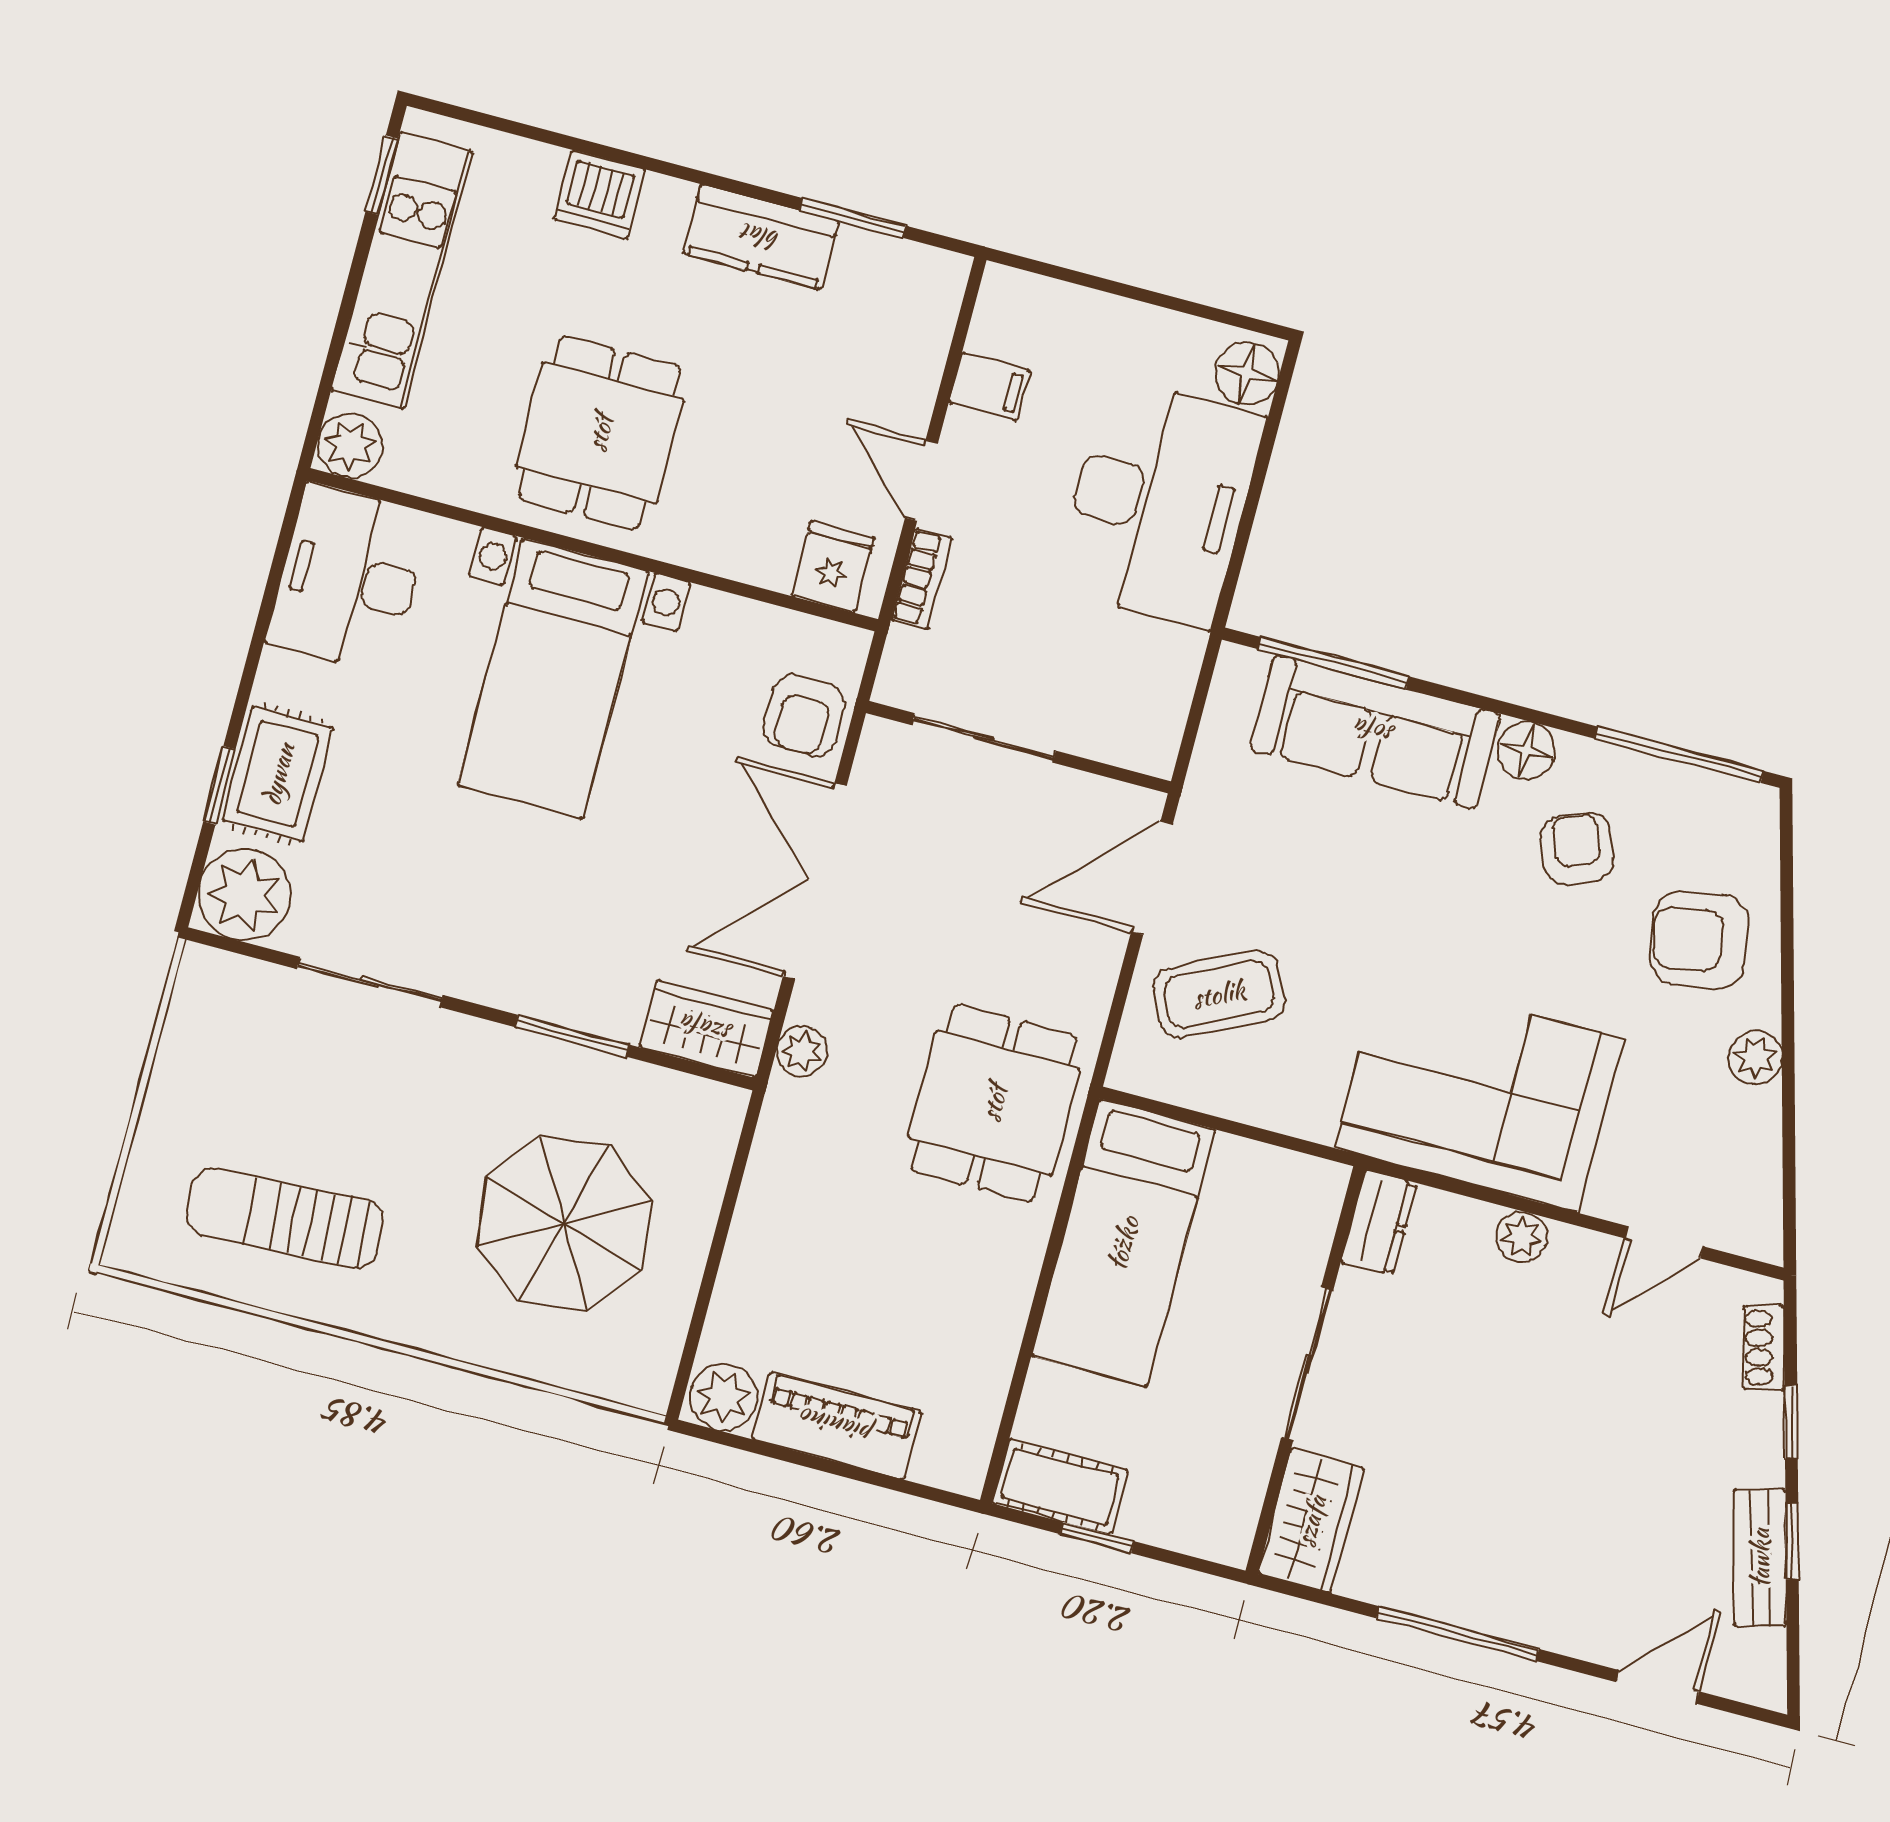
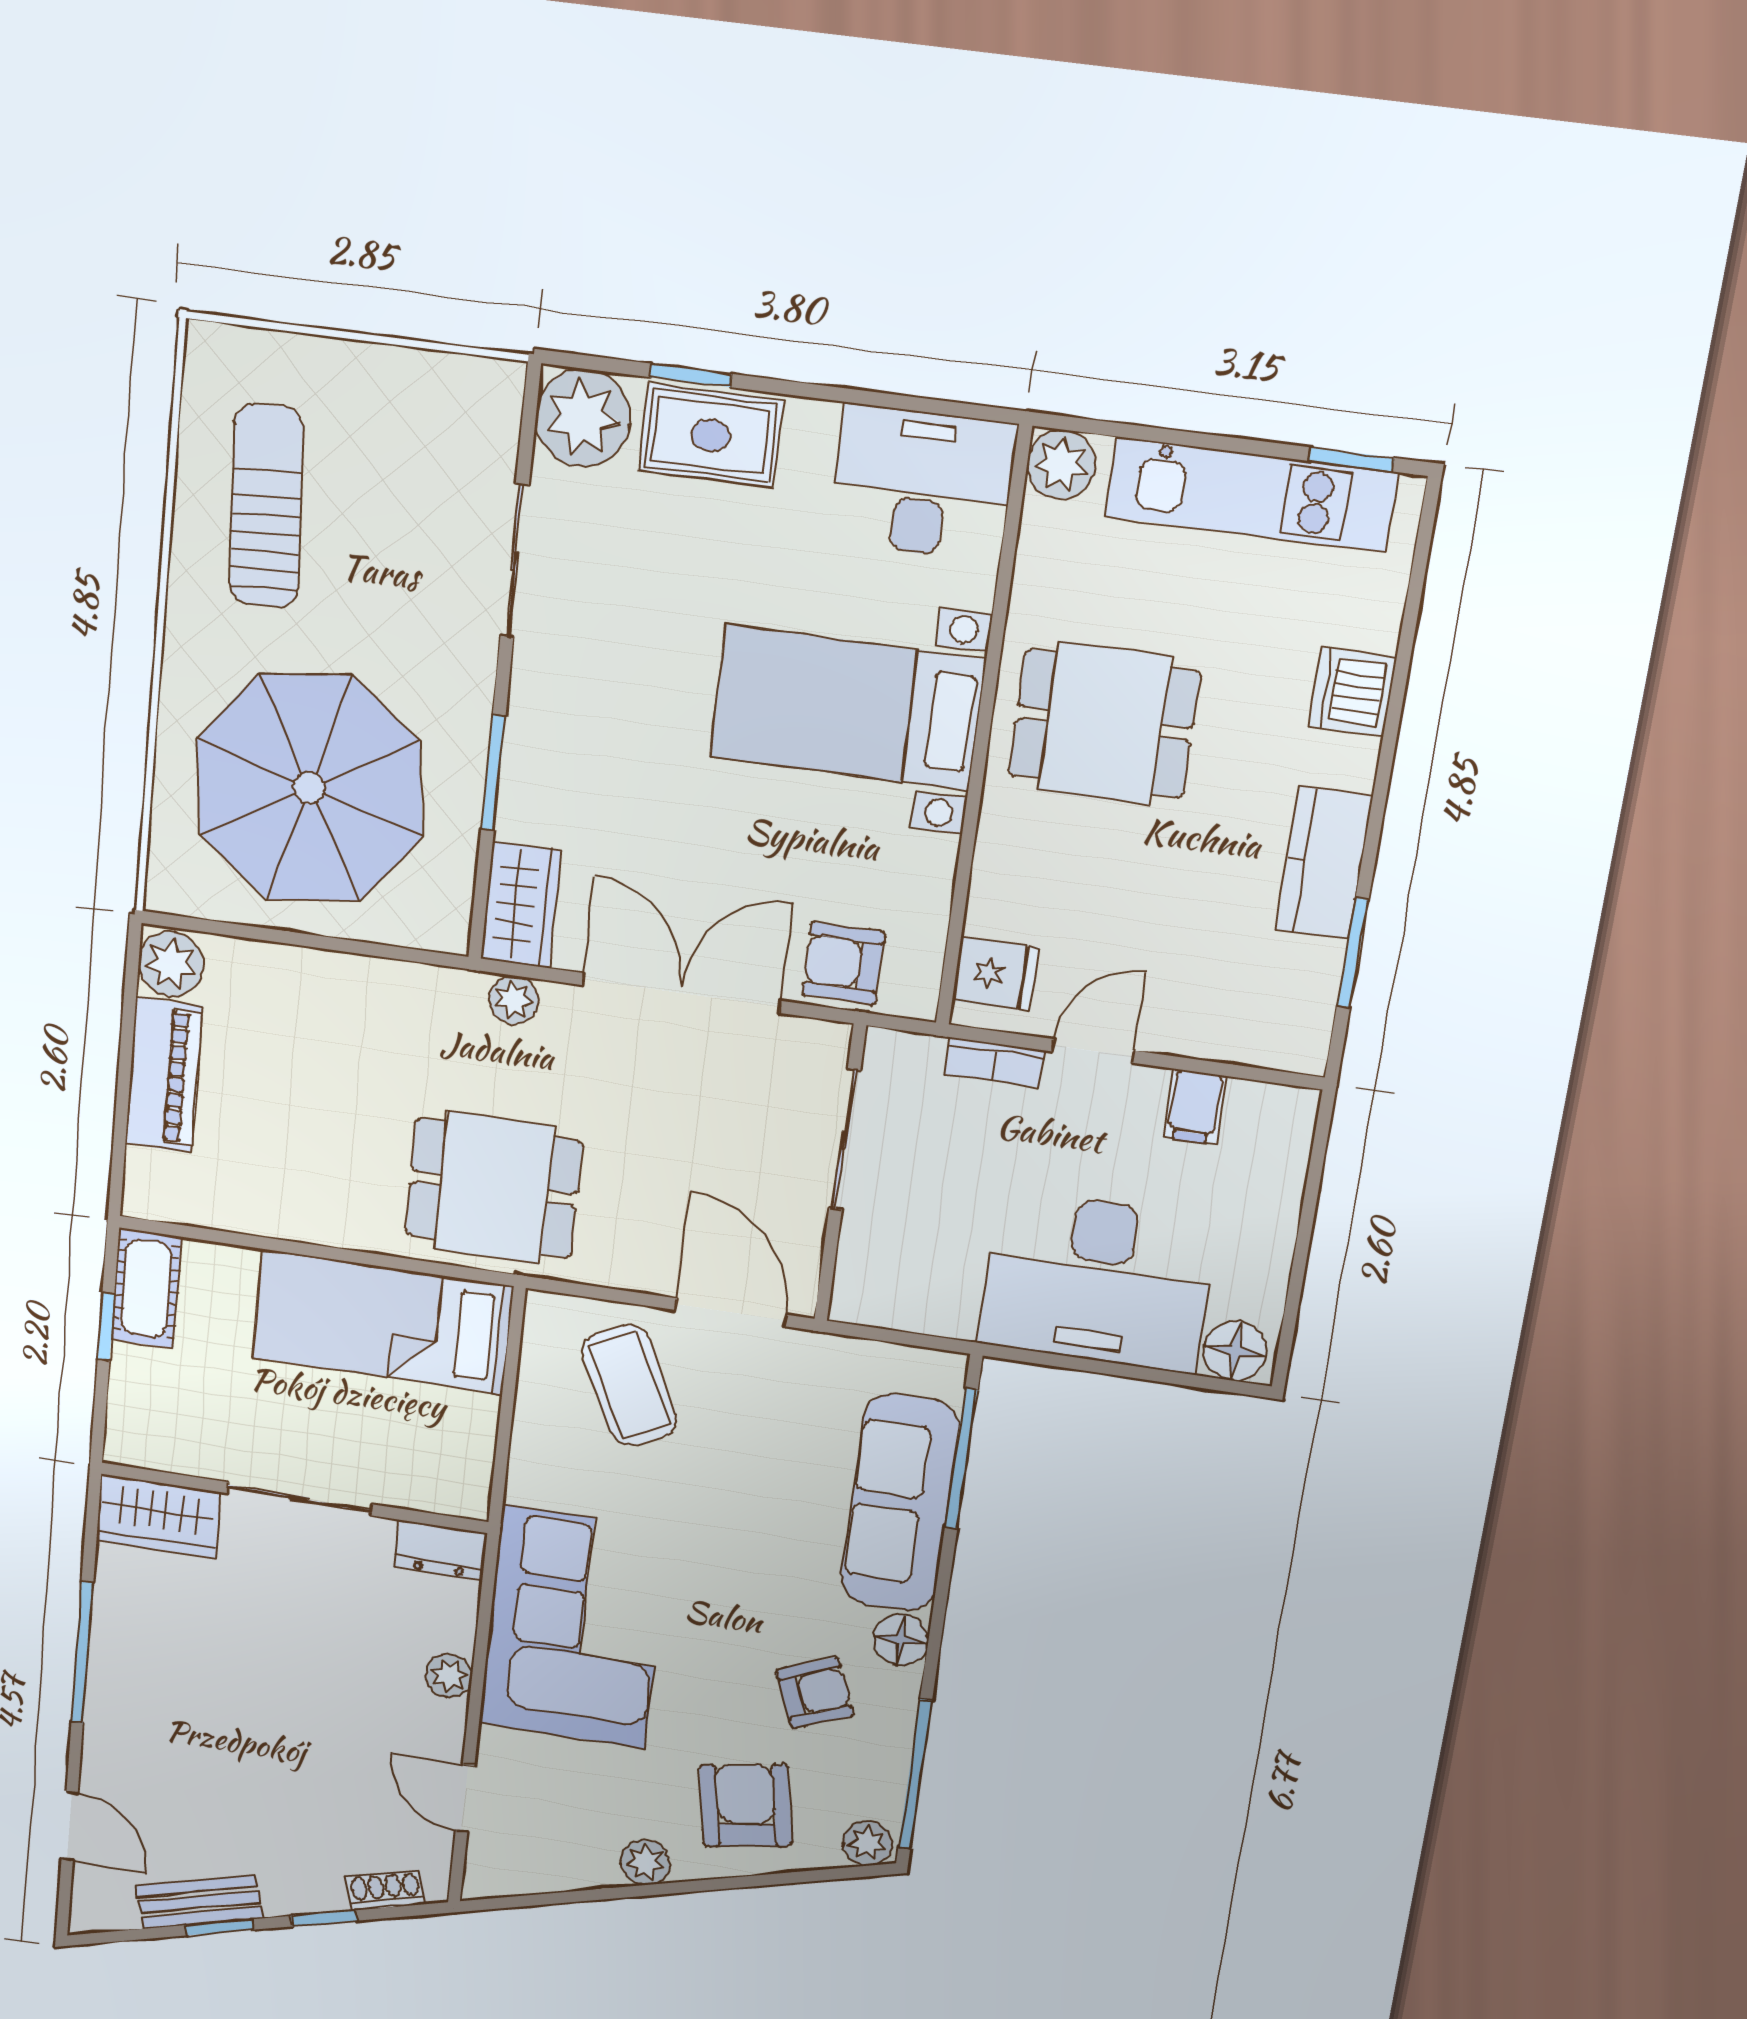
plant: (1754, 816) -> (867, 1843), added
parasol: (564, 1223) -> (309, 788), width x1.36, depth x1.36

